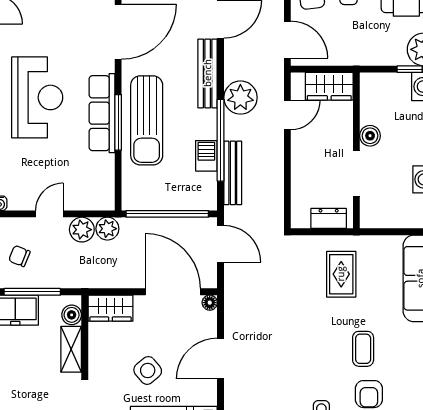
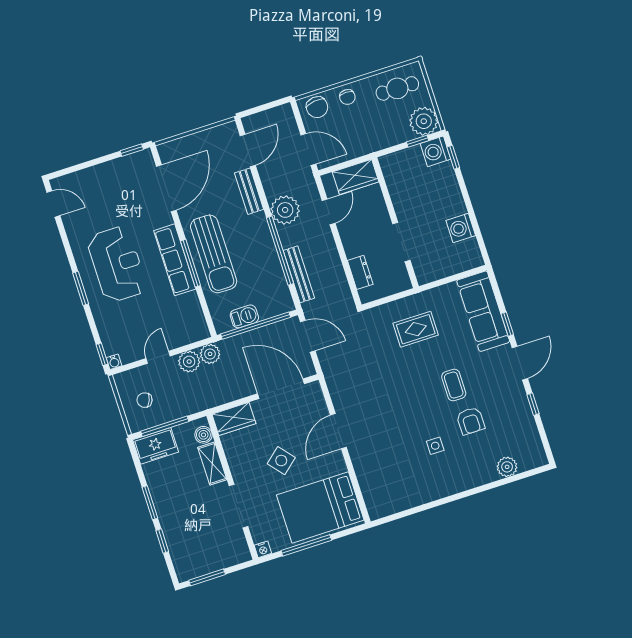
bench: (208, 73) -> (249, 191), width x0.73
boiler: (370, 136) -> (402, 207), removed
barbecue: (206, 156) -> (244, 316), moved, turned 90
dresser: (329, 218) -> (360, 272), moved, turned 90
rug: (341, 274) -> (416, 329), turned 90
floor lamp: (210, 303) -> (314, 388), removed

